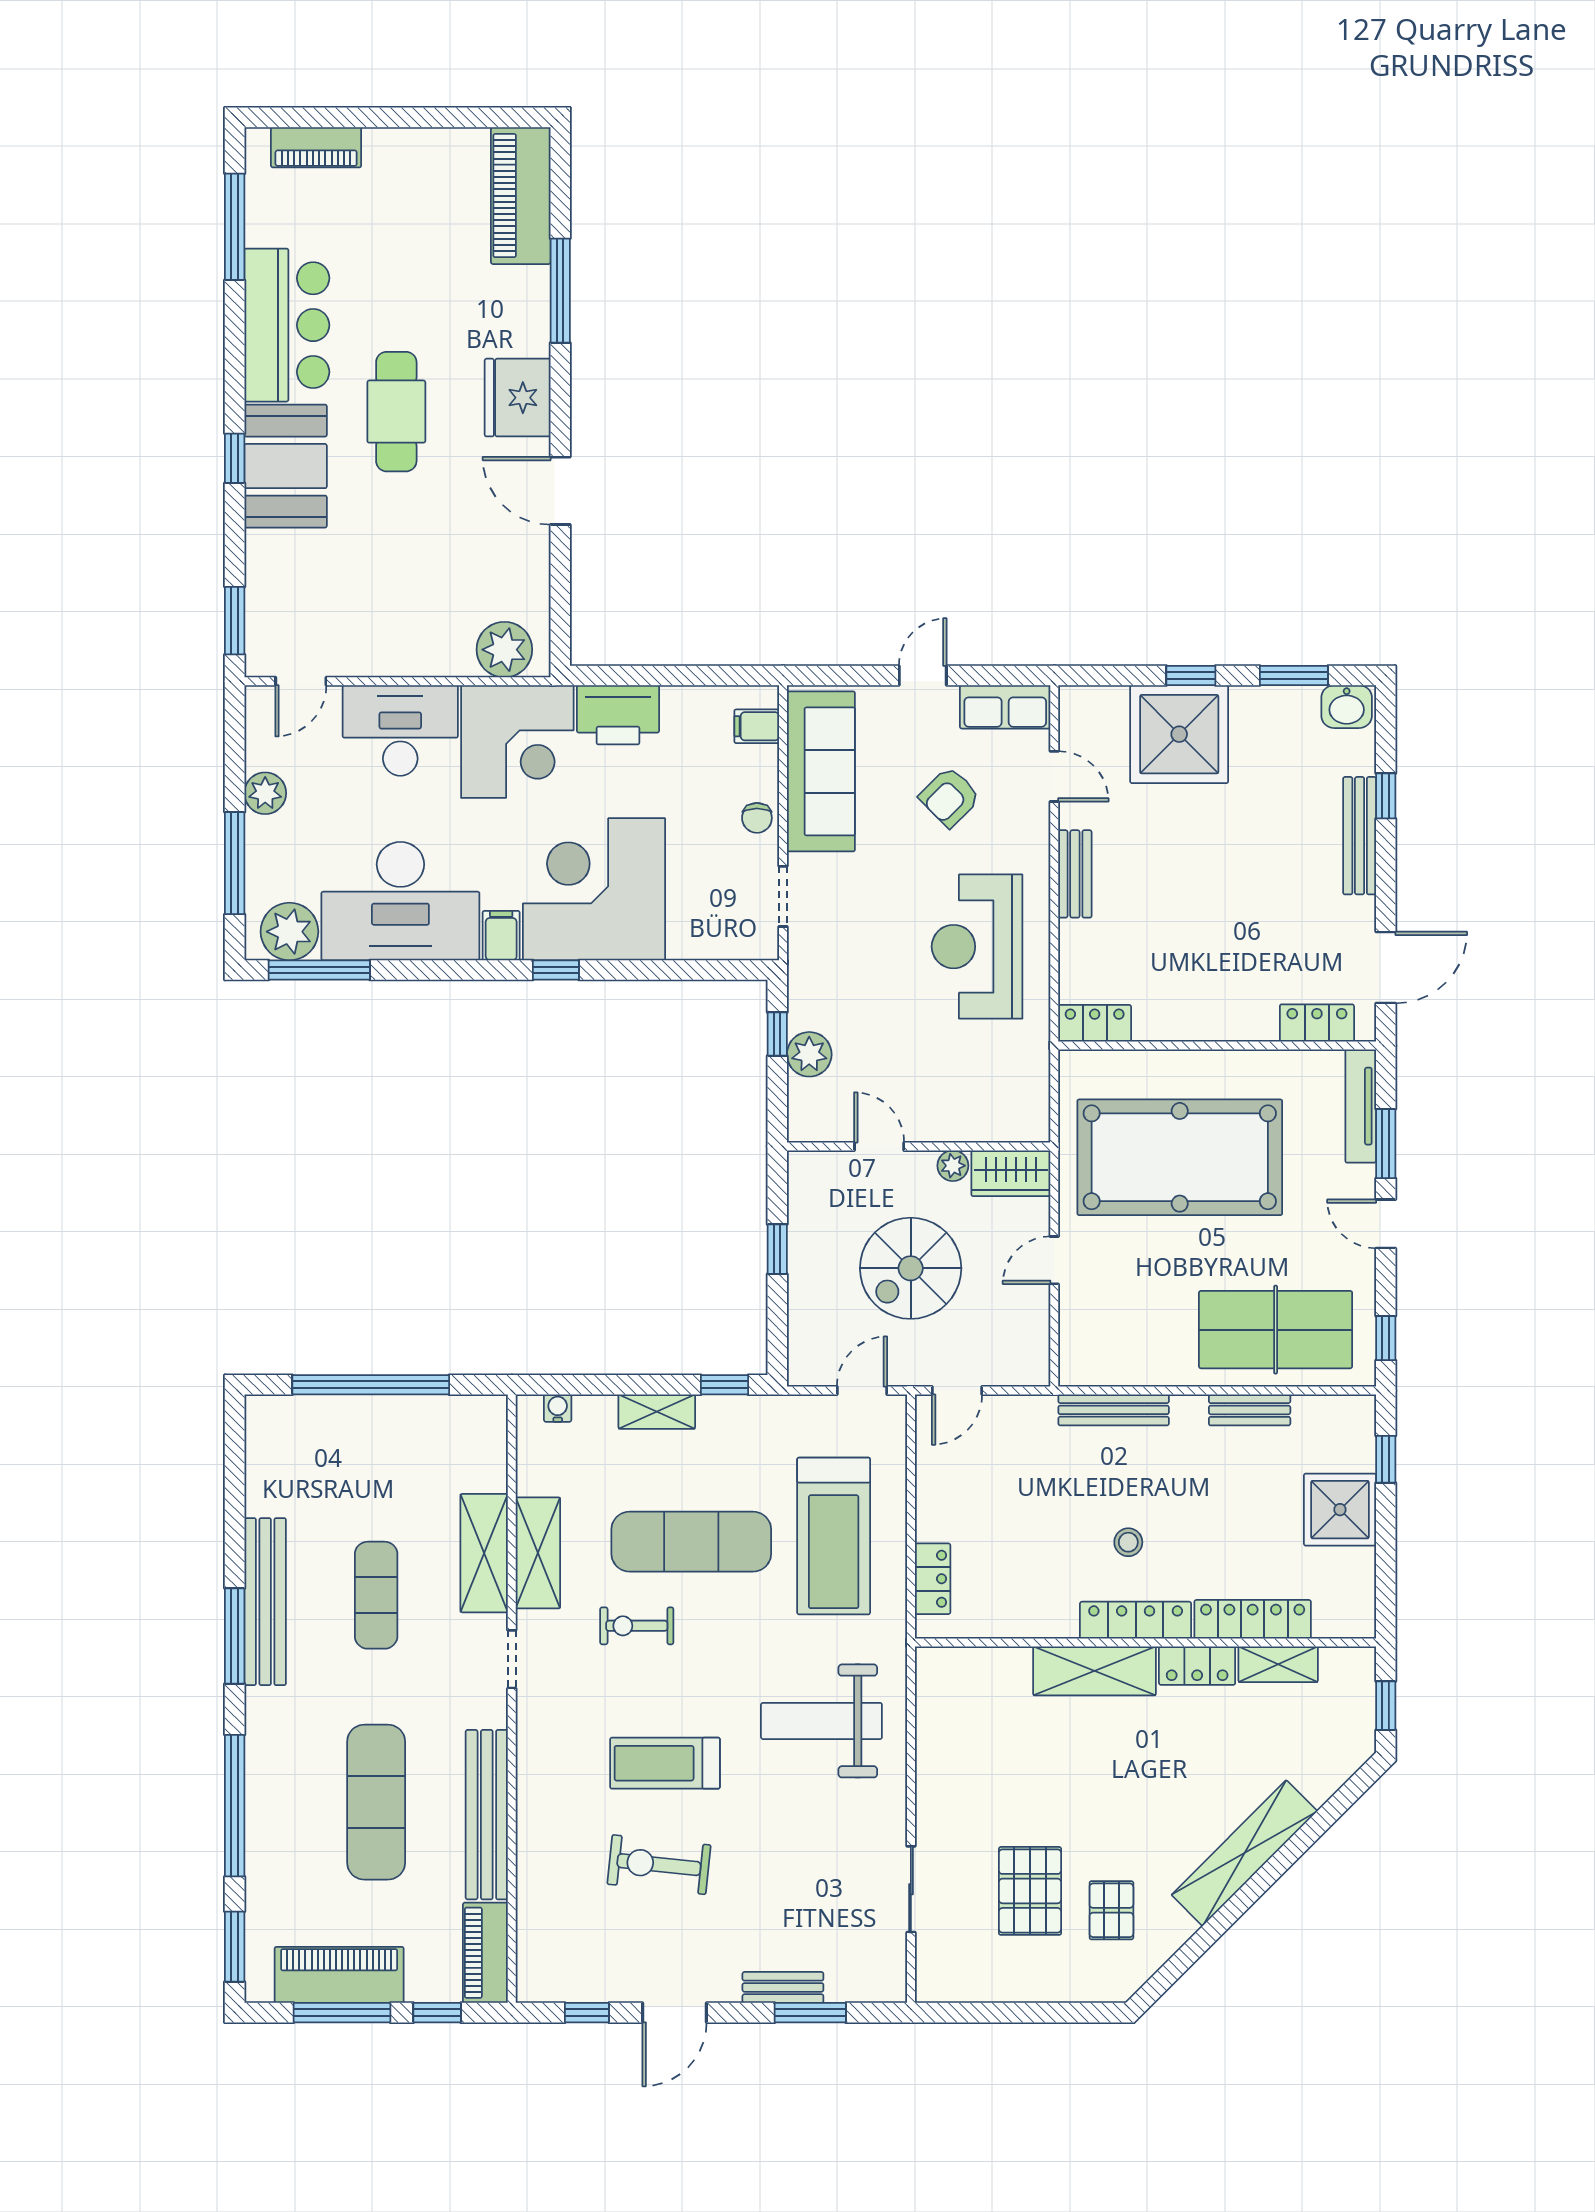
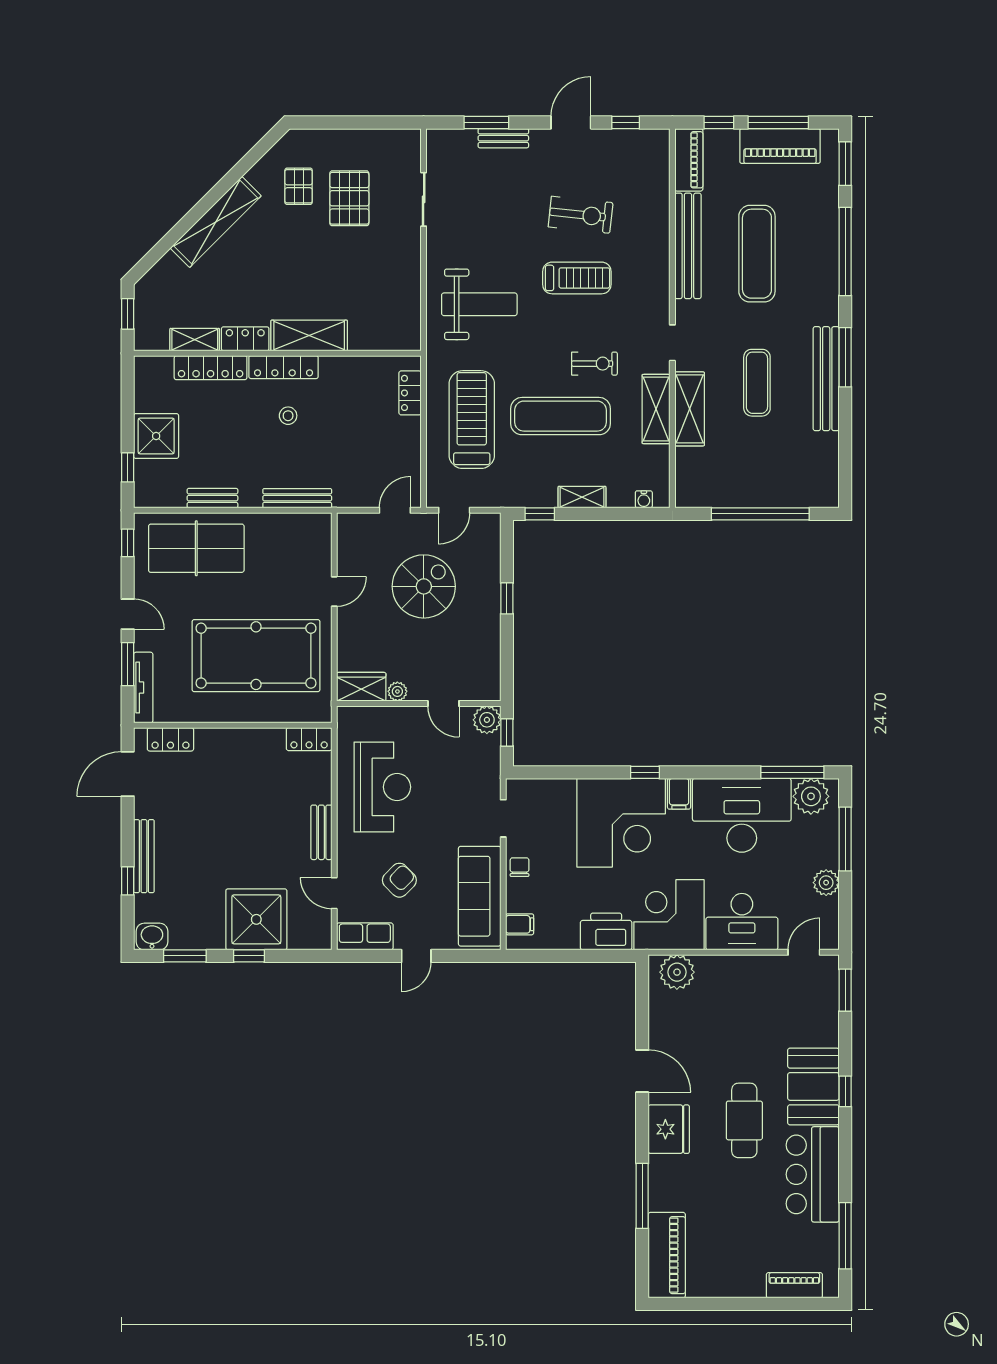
door: (879, 1146) -> (443, 703), moved
wall: (919, 1146) -> (419, 703), moved
plant: (953, 1166) -> (397, 691), moved
wardrobe: (1011, 1173) -> (361, 687), moved

